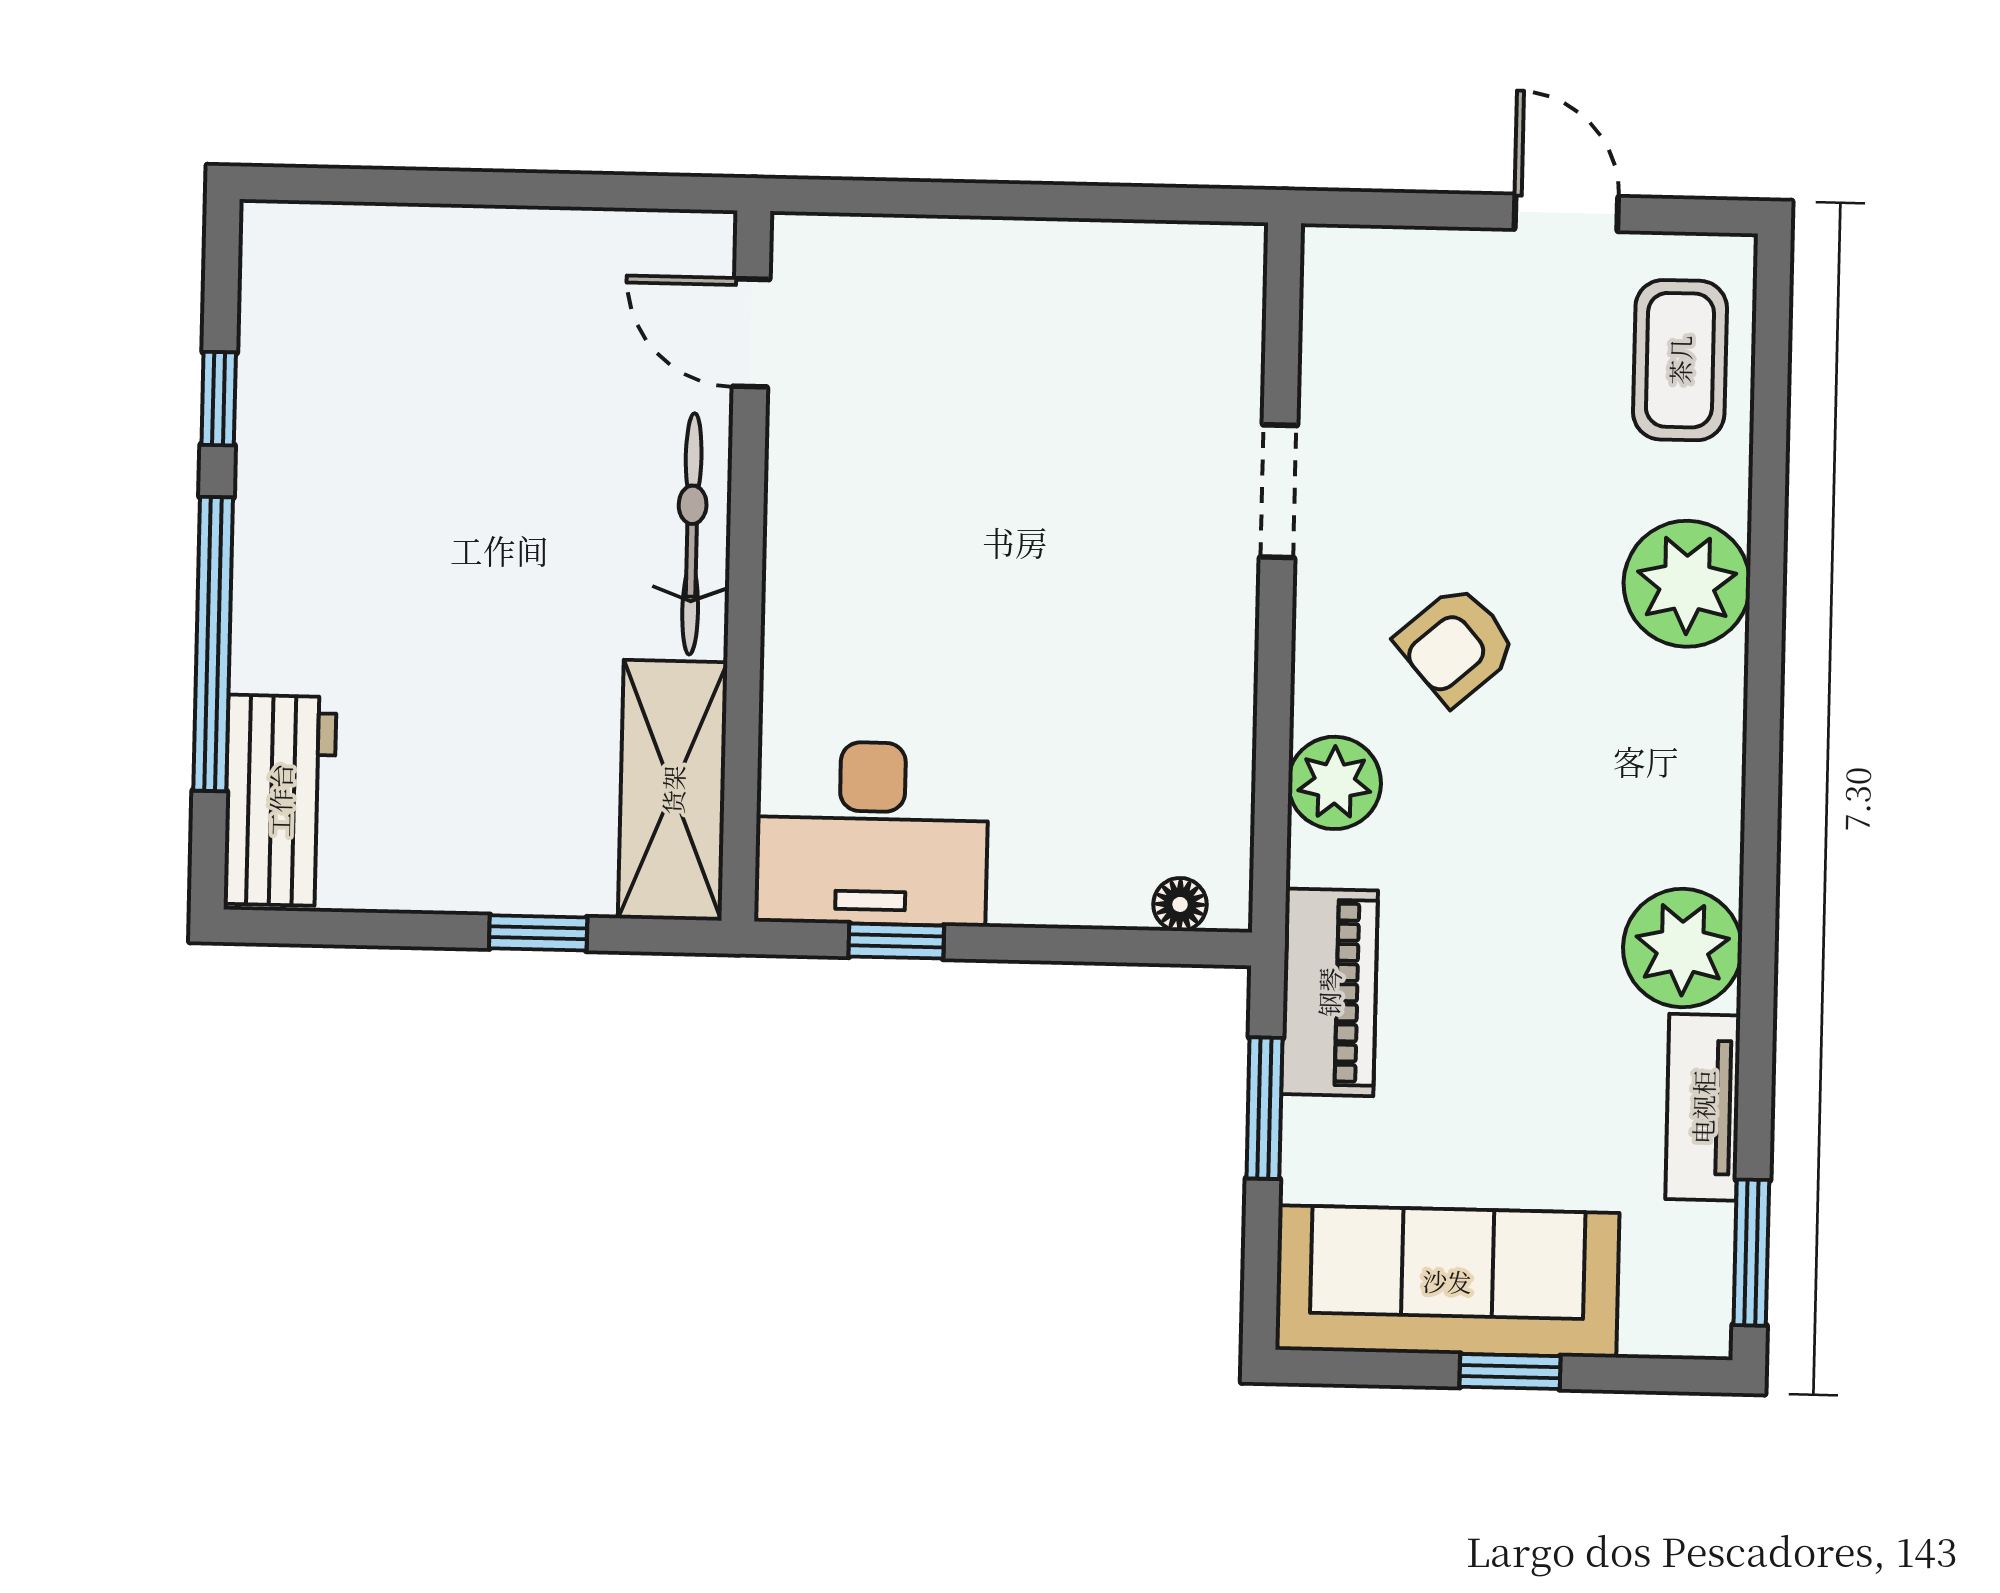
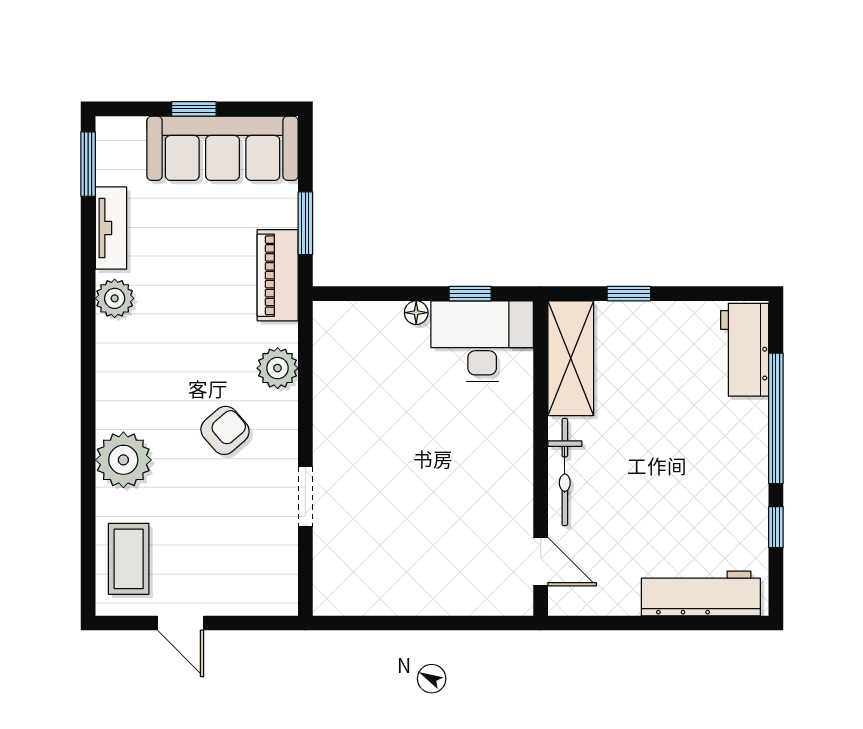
workbench: (391, 253) -> (701, 593), added
floor lamp: (1180, 904) -> (416, 313), moved
plant: (1682, 948) -> (115, 298), width x0.73, depth x0.73

